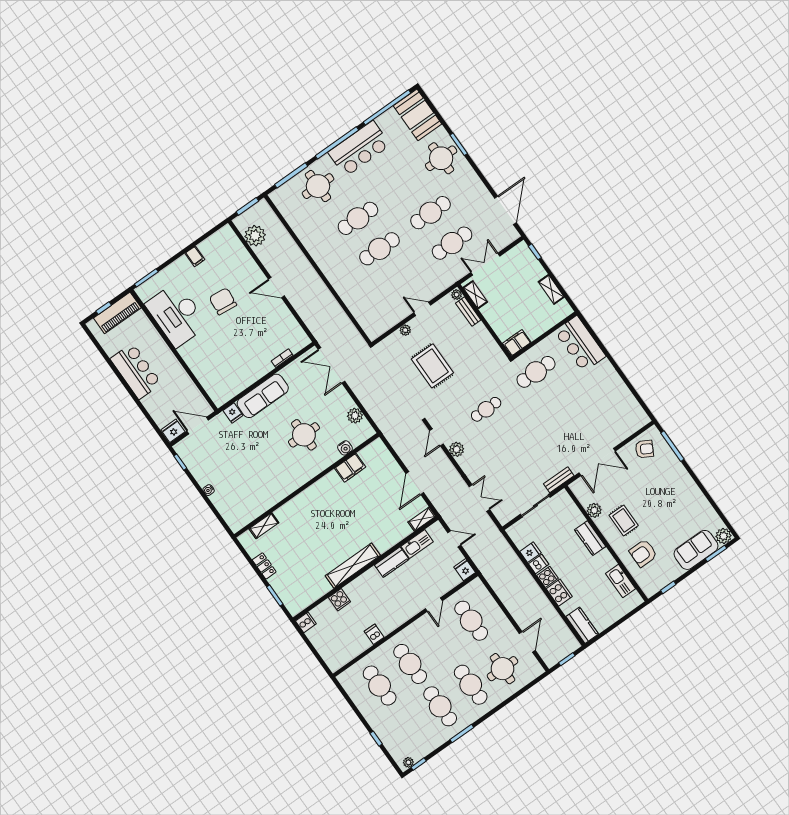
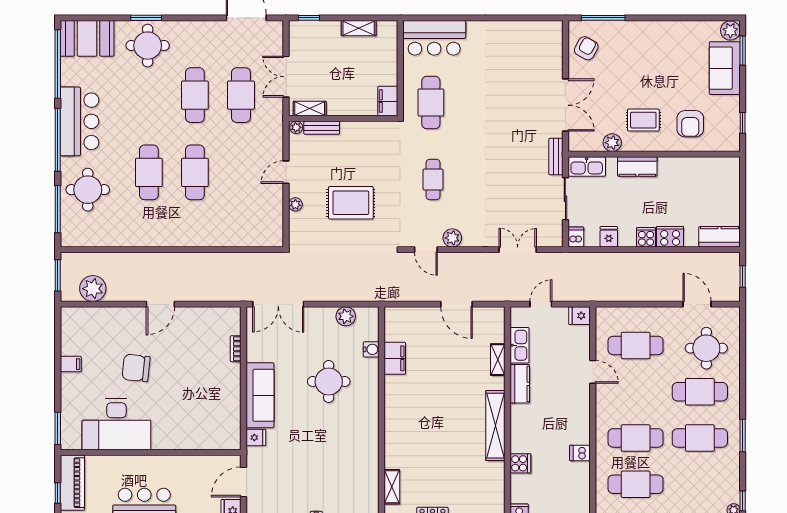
shelving: (422, 519) -> (498, 360), moved
dishwasher: (539, 564) -> (576, 237), moved
kitchen sink: (621, 581) -> (587, 167), moved

